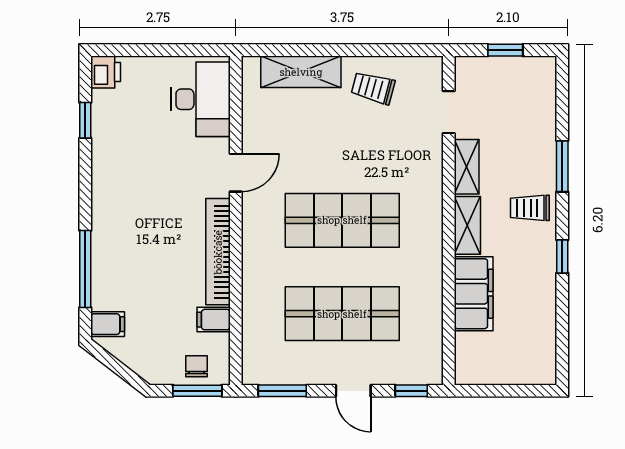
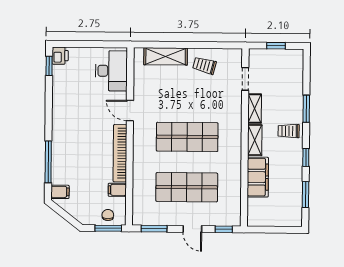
window: (85, 120) -> (49, 66), moved
door: (236, 173) -> (130, 111), swing flipped
window: (562, 325) -> (306, 195), added

